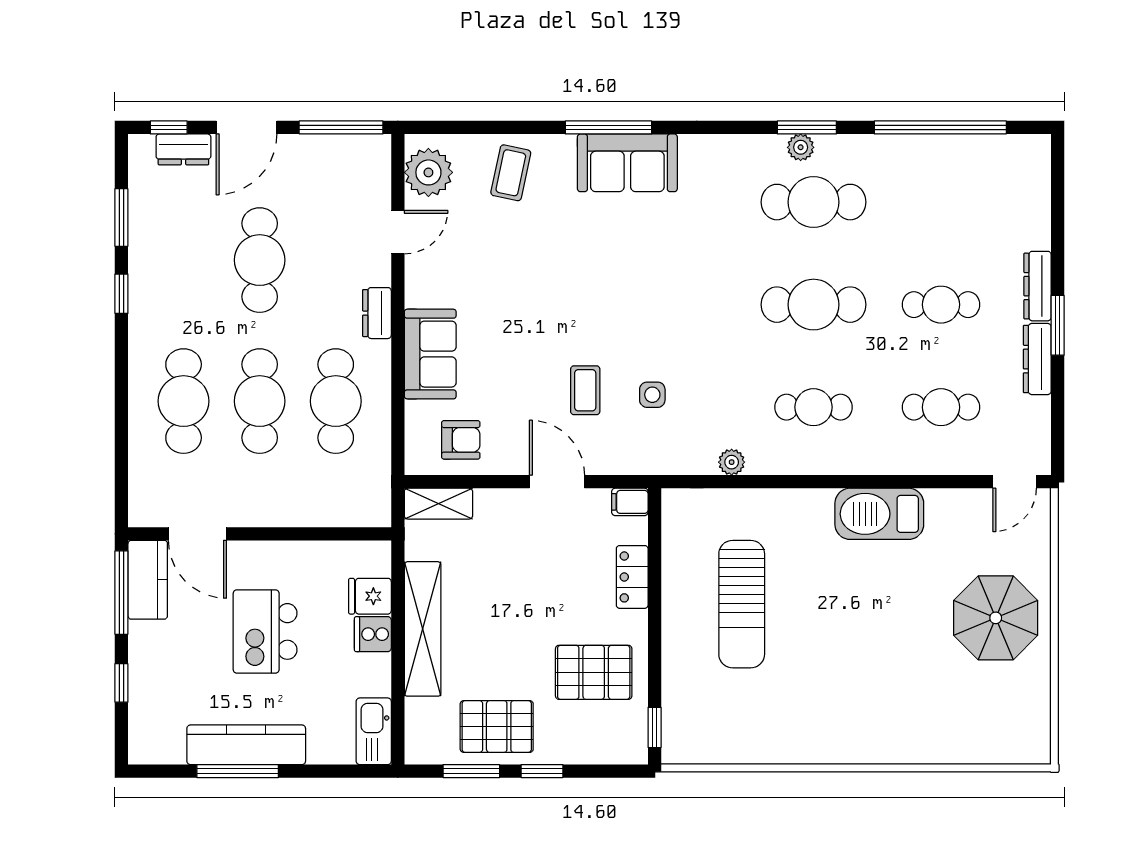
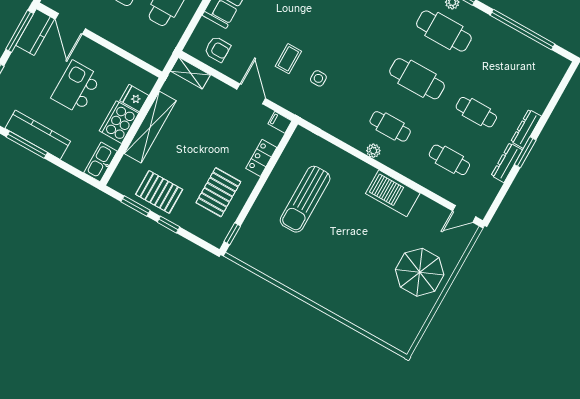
plant: (732, 462) -> (373, 151), moved
cooker: (373, 634) -> (119, 122), width x1.87, depth x1.31
pallet: (594, 672) -> (218, 192), turned 90

